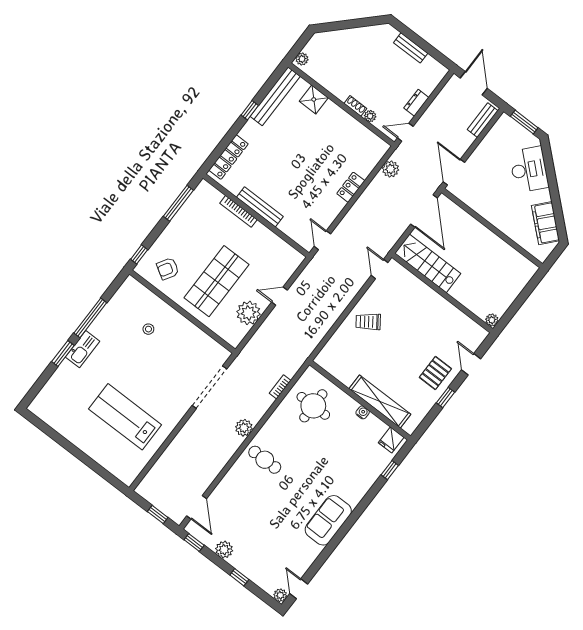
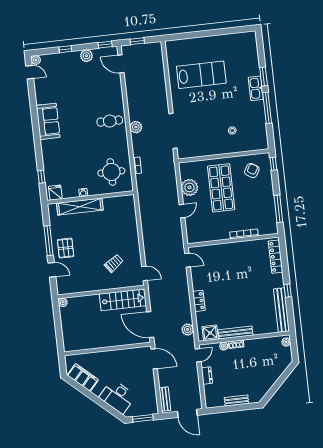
shower: (314, 99) -> (210, 333), moved
bench: (260, 207) -> (236, 333), moved
trolley: (368, 322) -> (114, 263), moved
window: (445, 397) -> (49, 241), width x2.17

